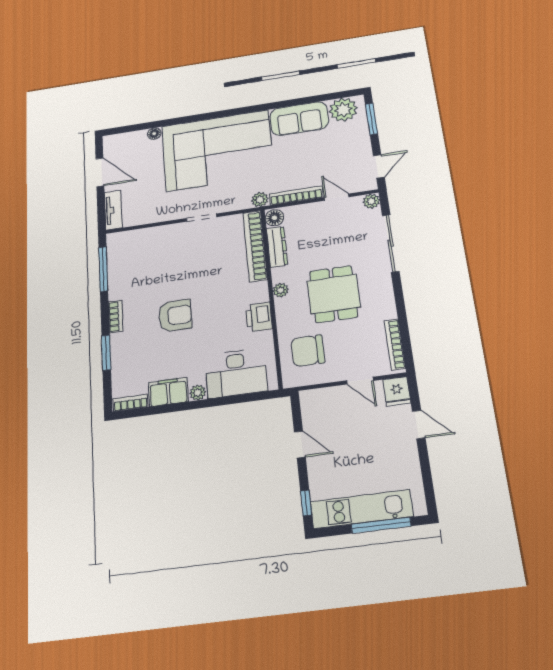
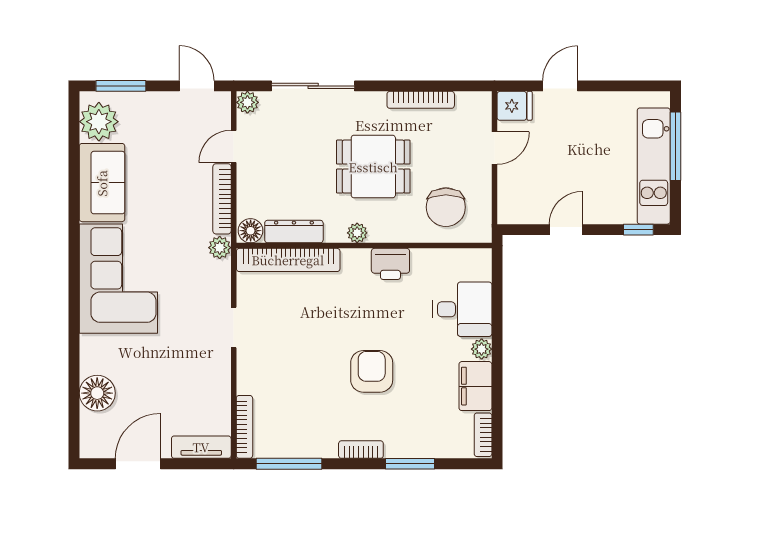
floor lamp: (154, 134) -> (97, 393), width x1.89, depth x1.89
corner sofa: (217, 150) -> (118, 279), width x0.73, depth x0.74
bookcase: (129, 236) -> (244, 427), added
bookcase: (395, 344) -> (421, 100), moved
desk: (236, 373) -> (462, 309), width x0.73

